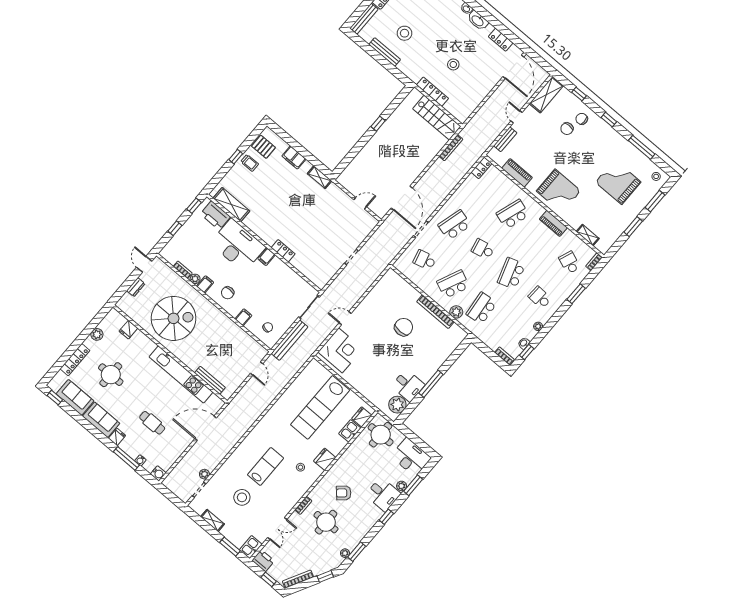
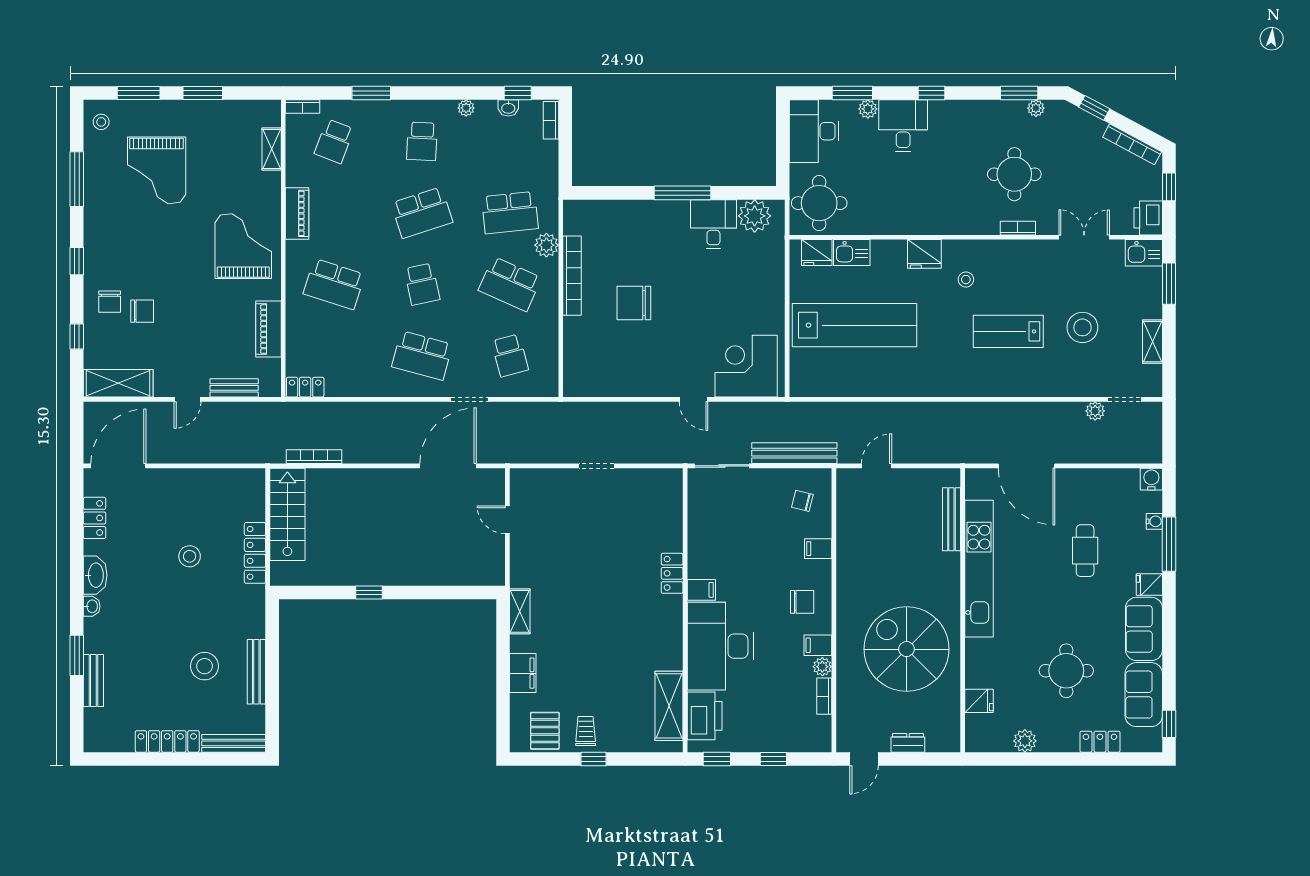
locker: (75, 360) -> (1100, 742), width x0.66
armchair: (344, 493) -> (950, 185), removed

